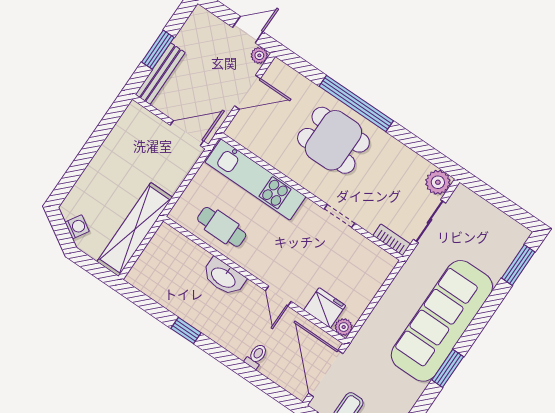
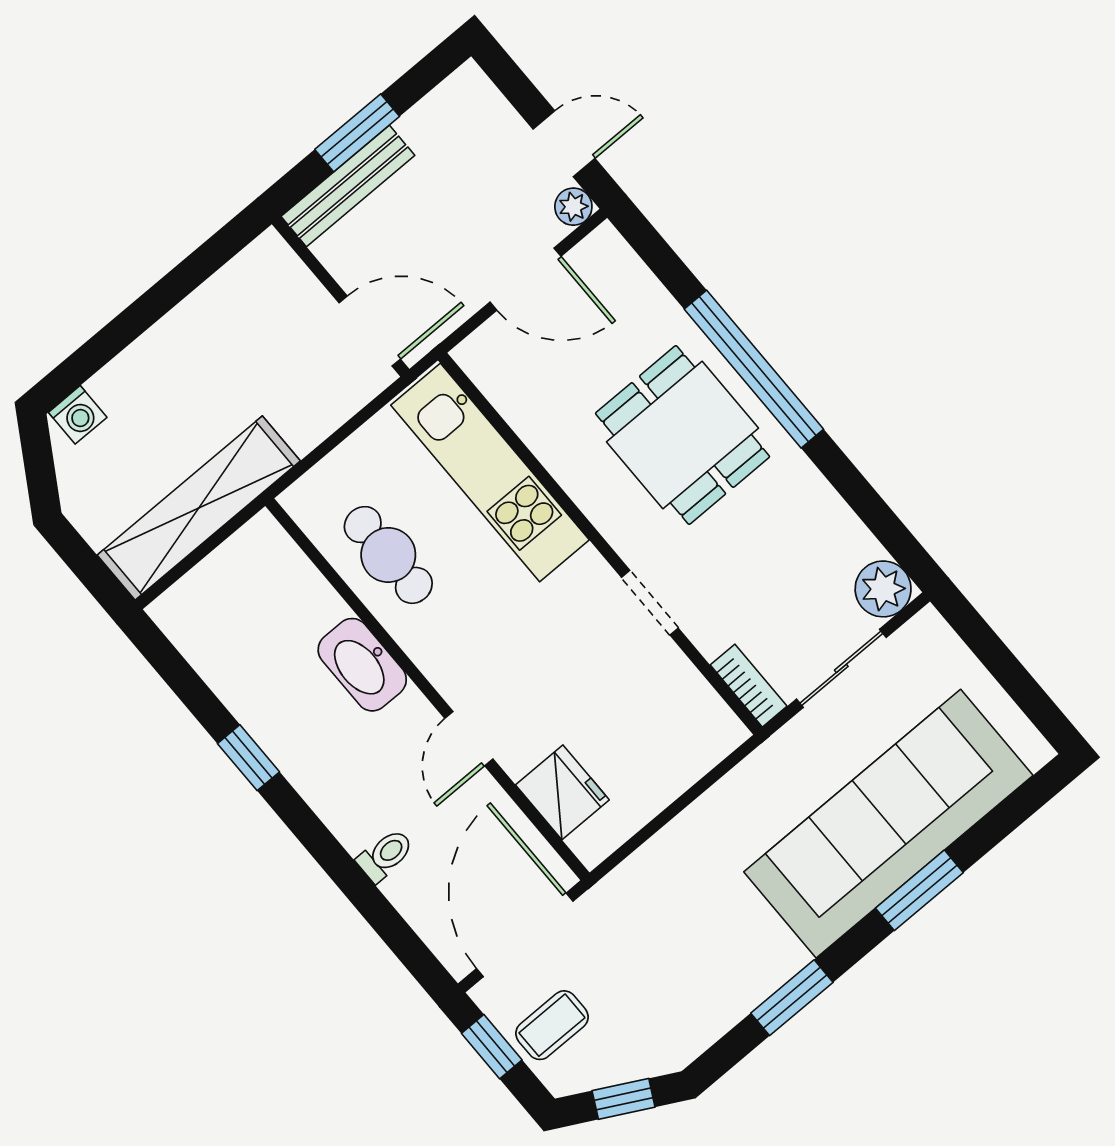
washing machine: (77, 227) -> (78, 415), moved, turned 59
window: (518, 265) -> (919, 890), moved
sofa: (442, 321) -> (888, 824), moved
plant: (344, 327) -> (592, 845), removed

